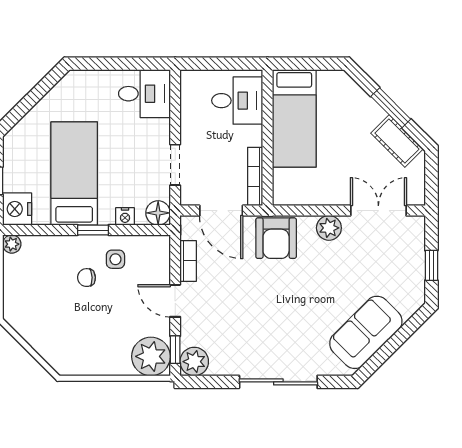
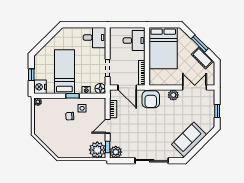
bed: (294, 118) -> (163, 48), width x1.50
door: (175, 301) -> (108, 126), hinge flipped

